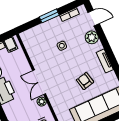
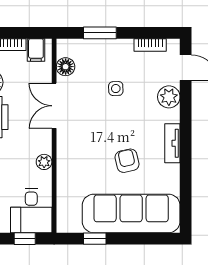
window: (49, 16) -> (100, 33), moved
floor lamp: (30, 46) -> (66, 67), added
double door: (39, 82) -> (54, 106), moved

